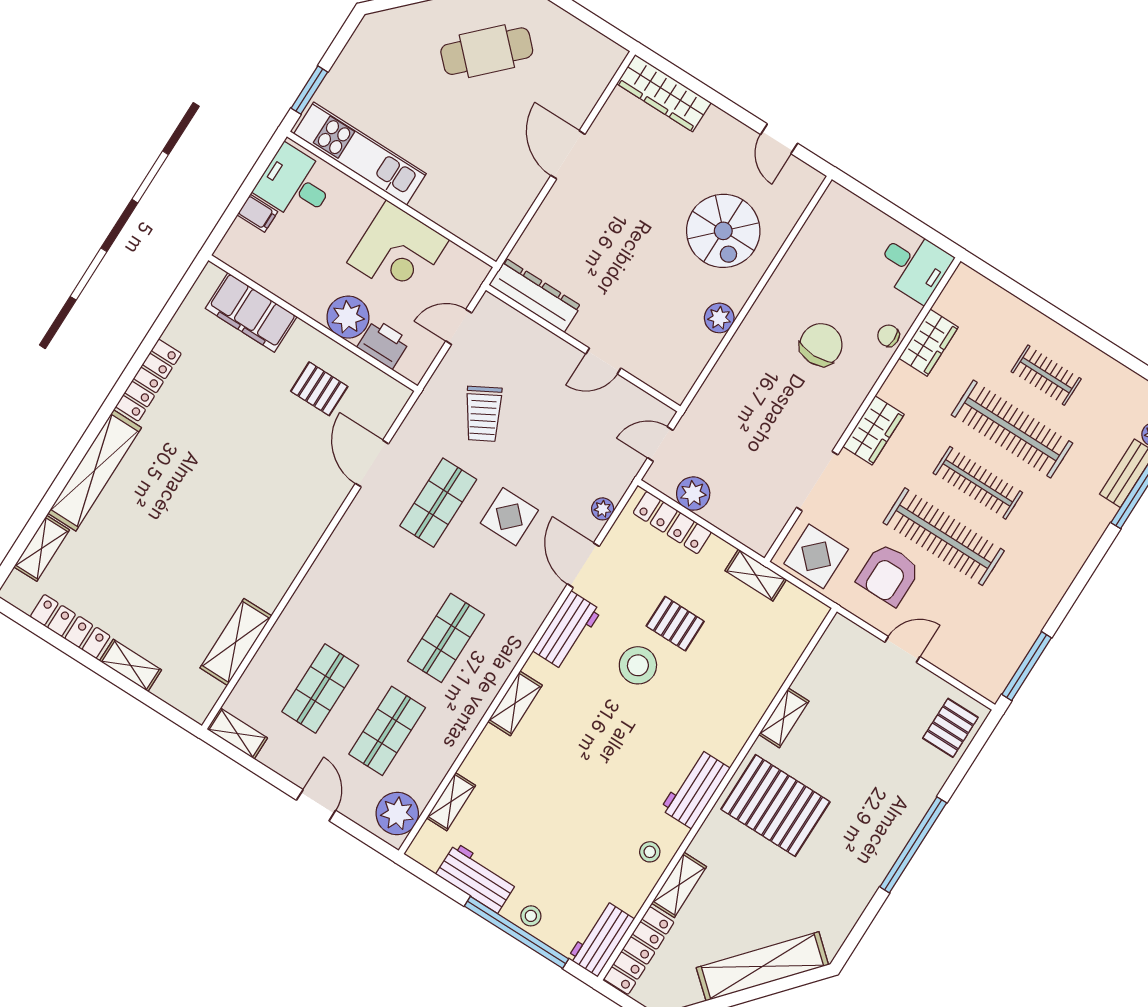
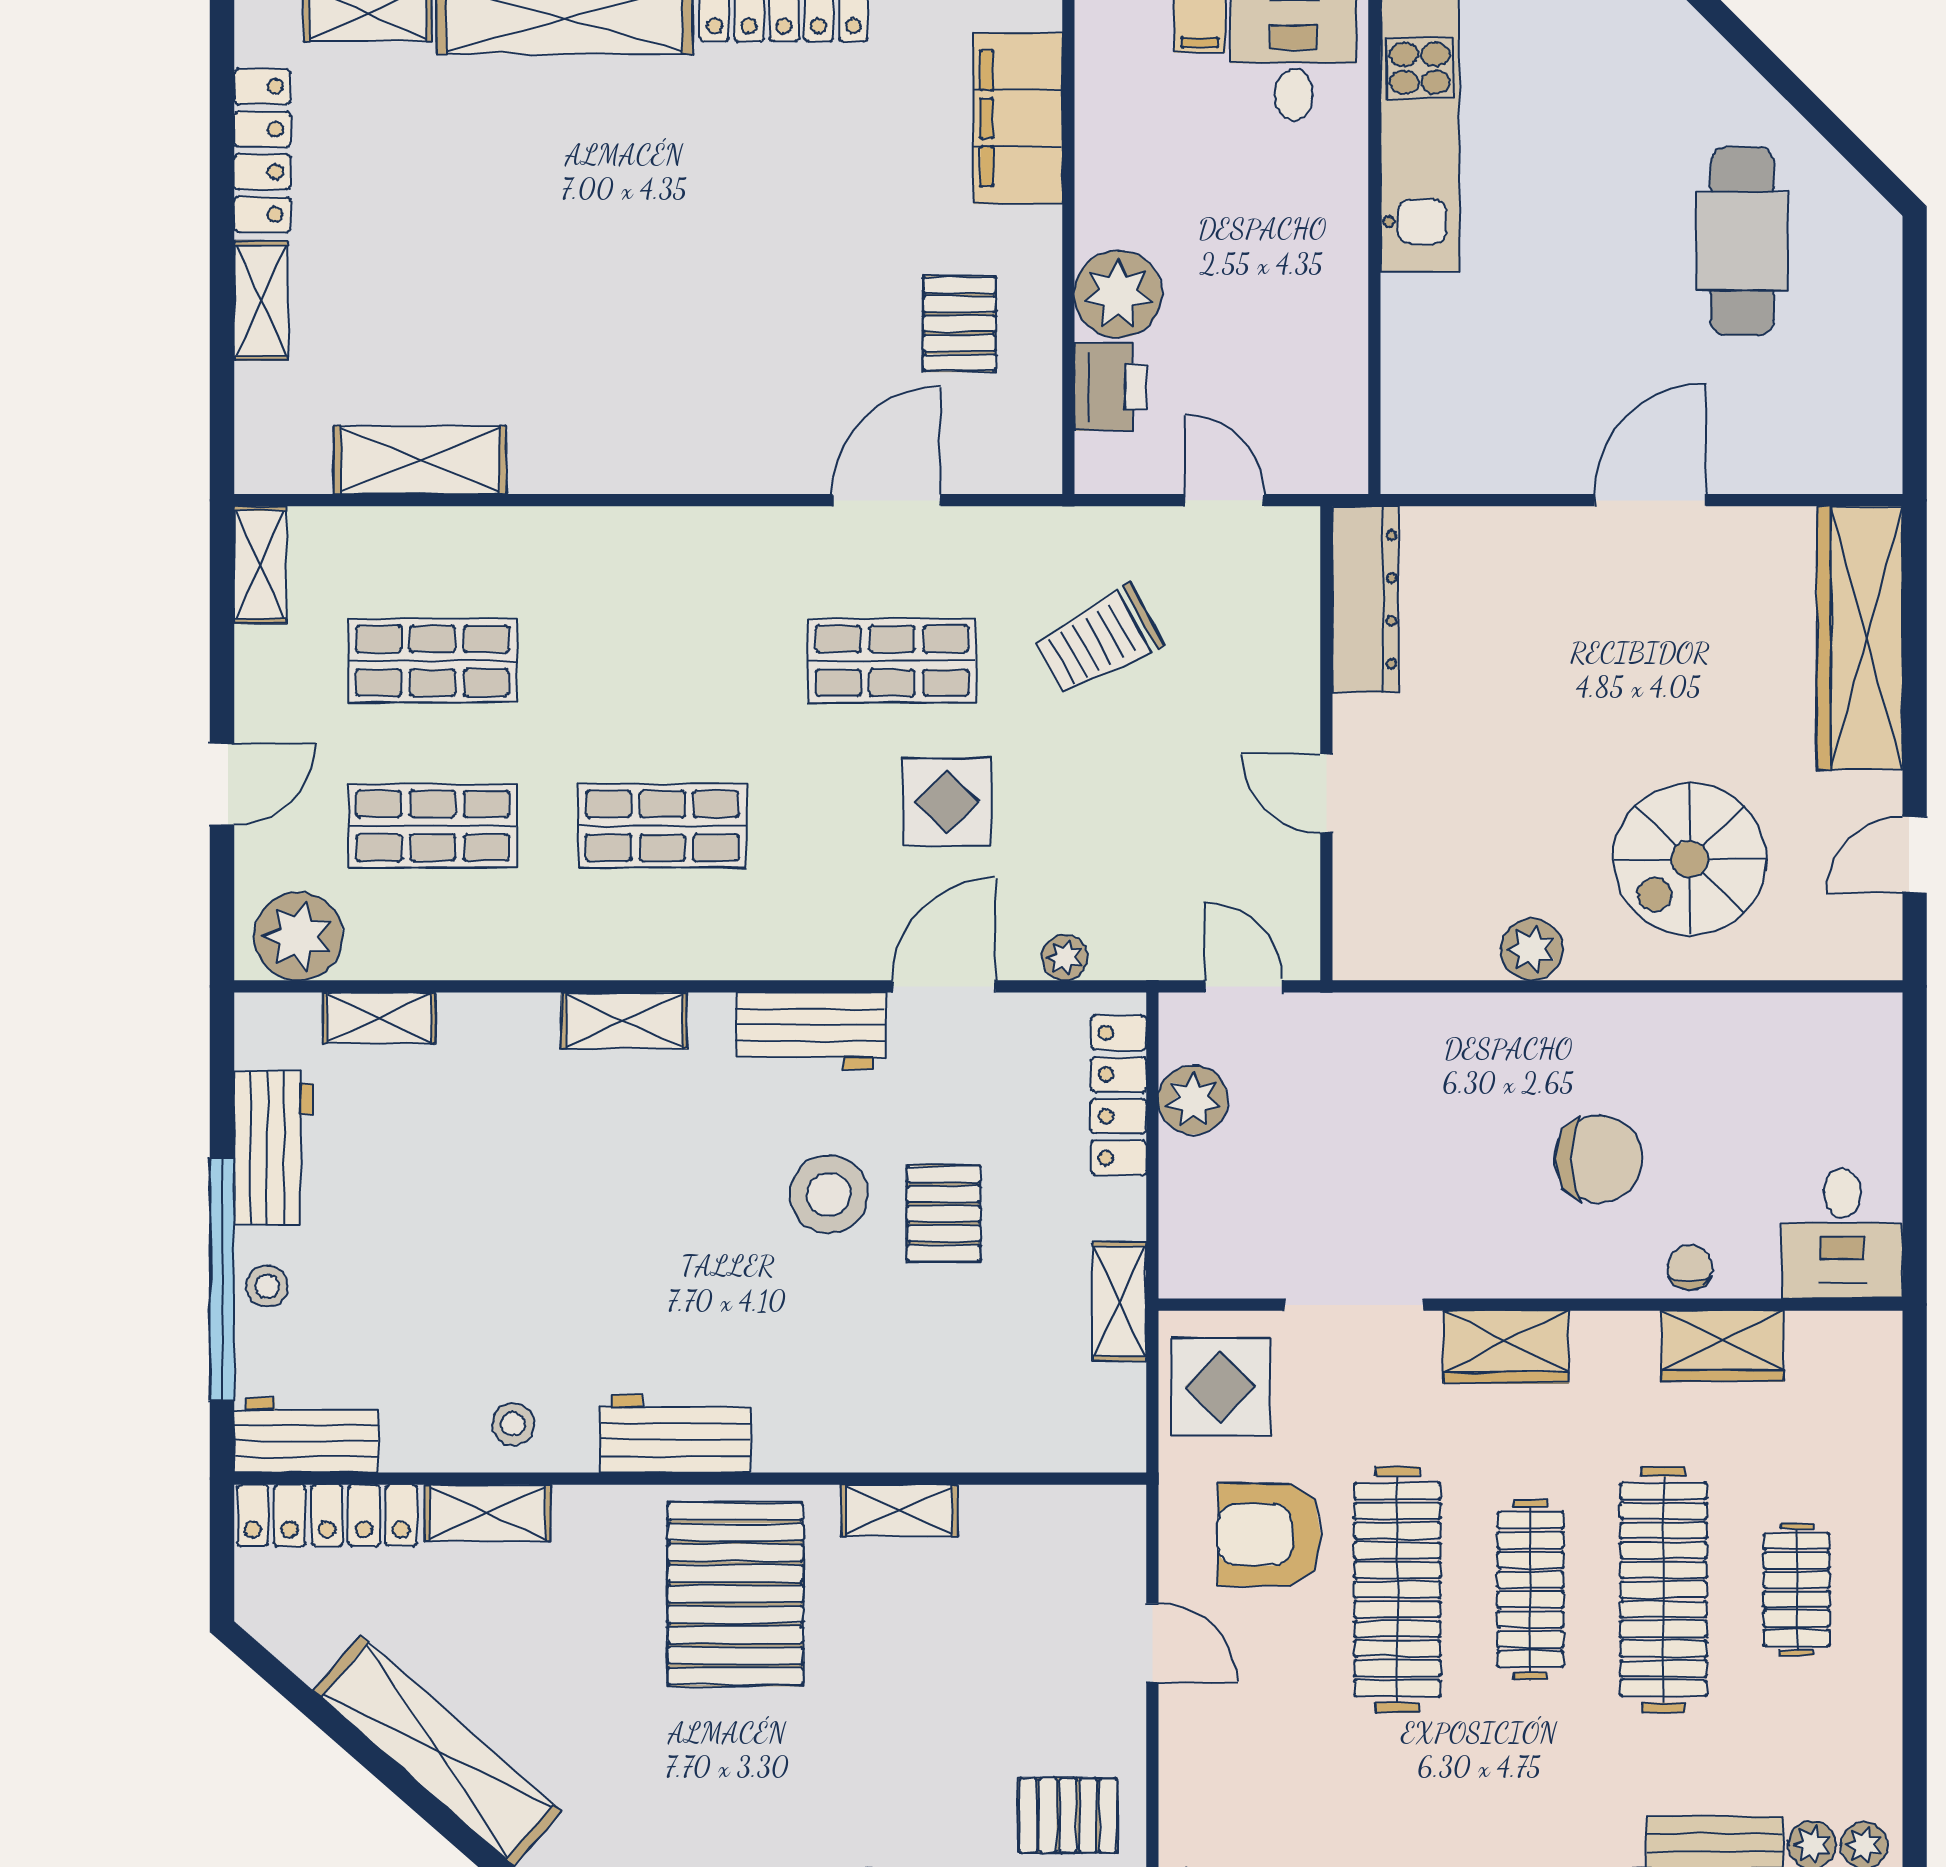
cafe table: (487, 51) -> (1742, 241), turned 45
wardrobe: (664, 93) -> (1860, 638), width x1.40, depth x1.17
corner desk: (398, 251) -> (1290, 308), removed

